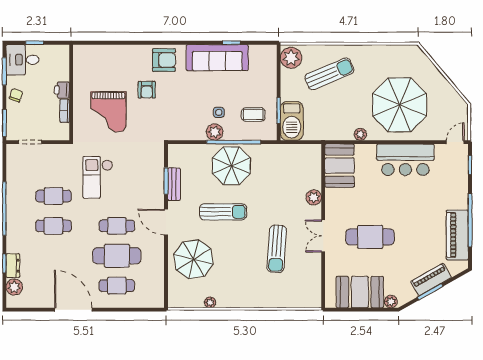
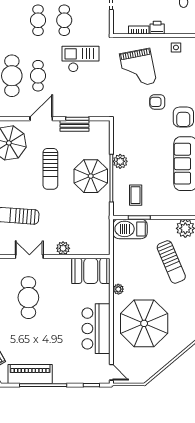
grand piano: (108, 112) -> (138, 68), turned -101
side table: (219, 112) -> (176, 47), moved

